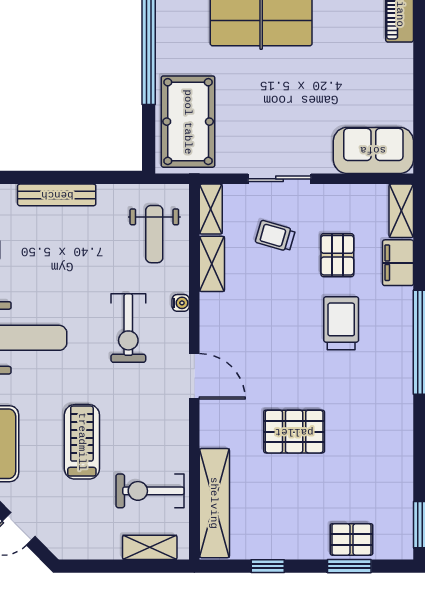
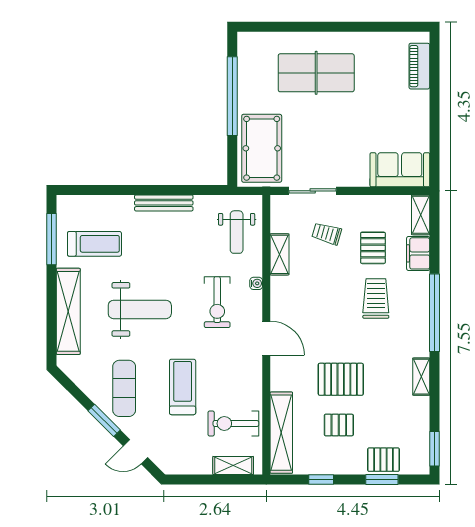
sliding door: (280, 179) -> (313, 191), moved
shelving: (211, 209) -> (421, 377), moved
pallet: (292, 493) -> (339, 425), added

